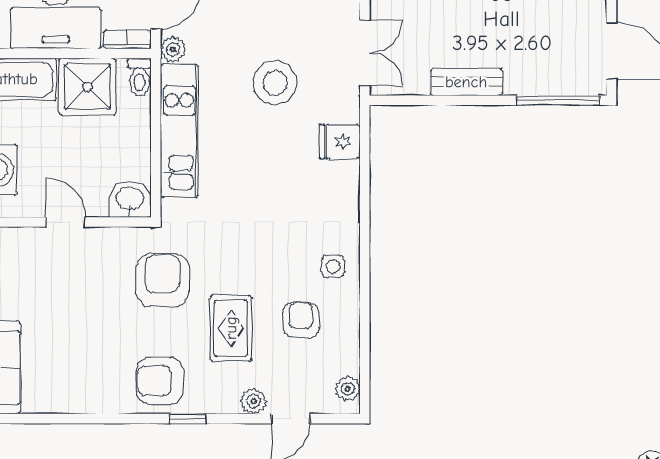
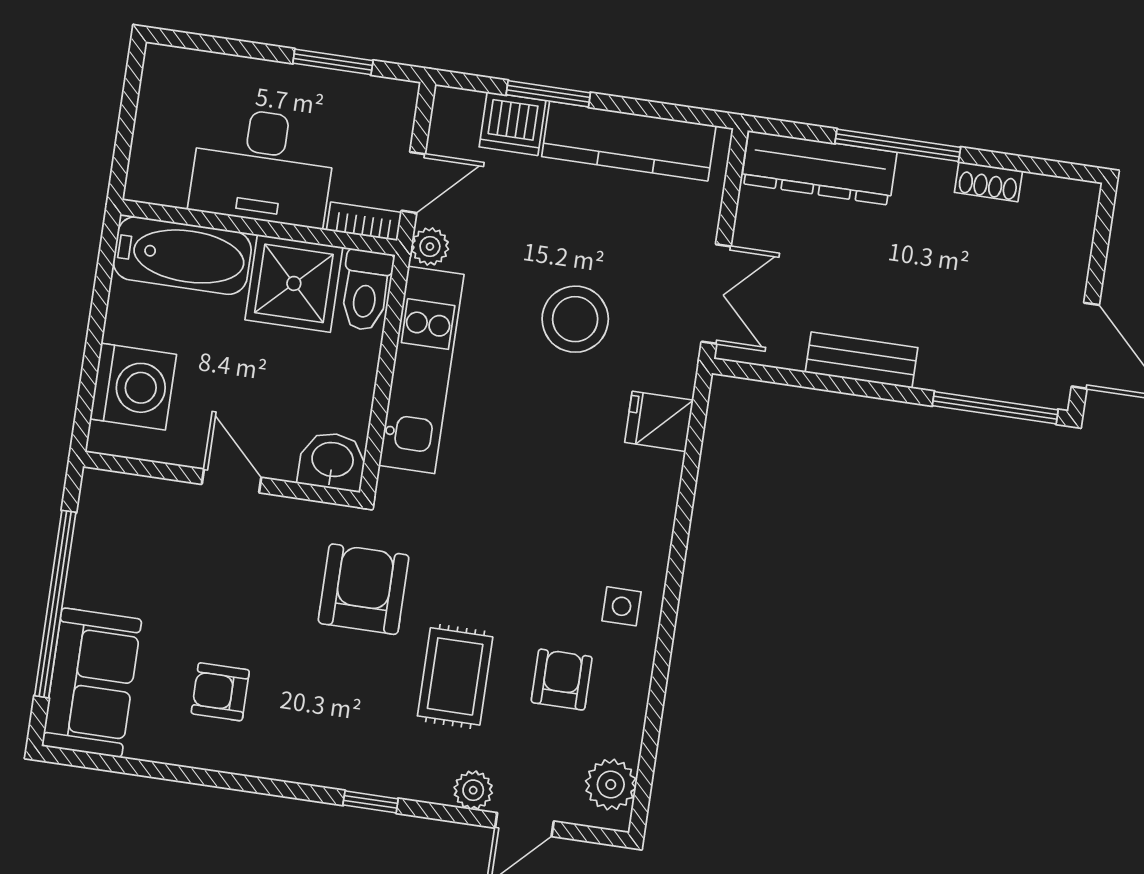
toilet: (139, 77) -> (366, 290), width x1.37, depth x1.39
armchair: (160, 381) -> (220, 692), moved, width x0.72, depth x0.72
plant: (348, 389) -> (611, 785), width x1.38, depth x1.38

